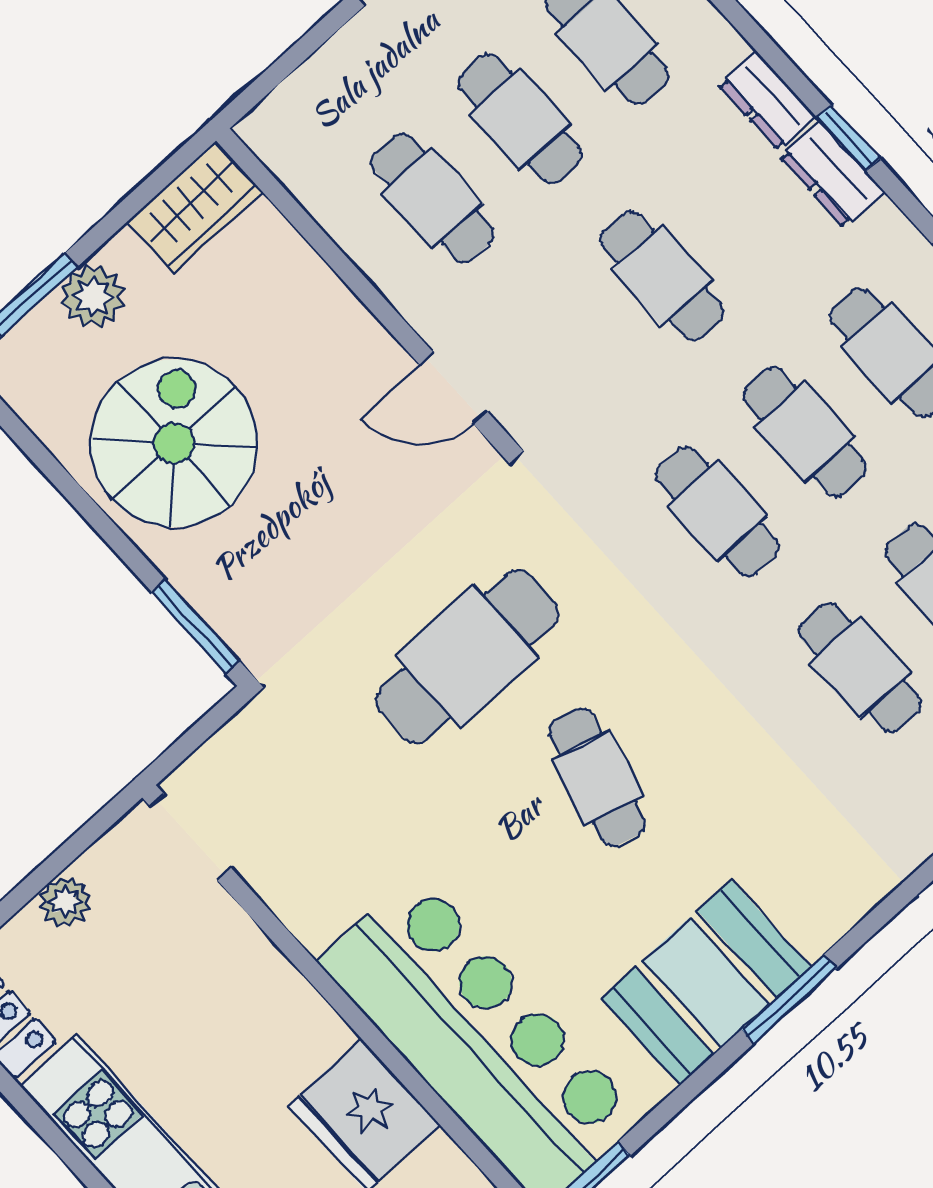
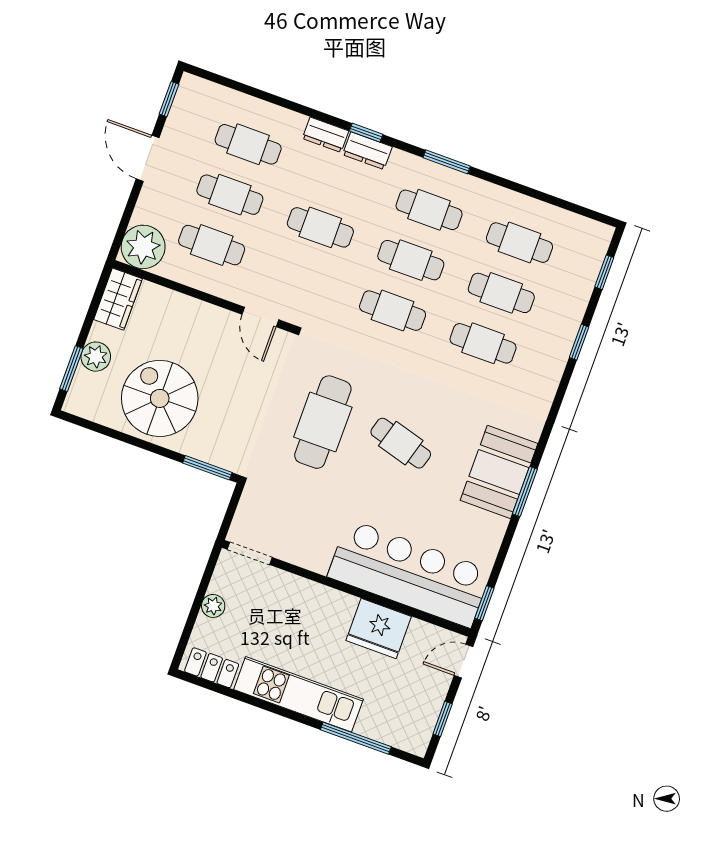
plant: (297, 132) -> (143, 247), added
door: (453, 388) -> (260, 317), hinge flipped
booth: (706, 983) -> (499, 472), moved

